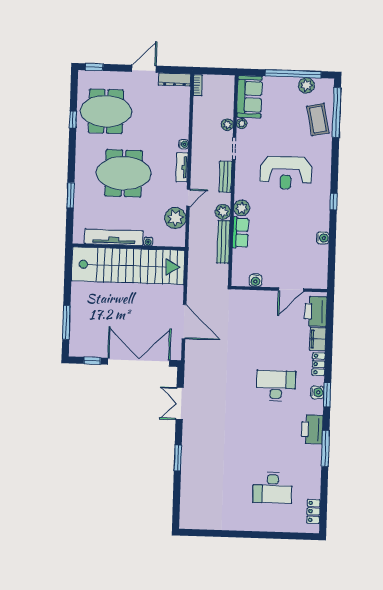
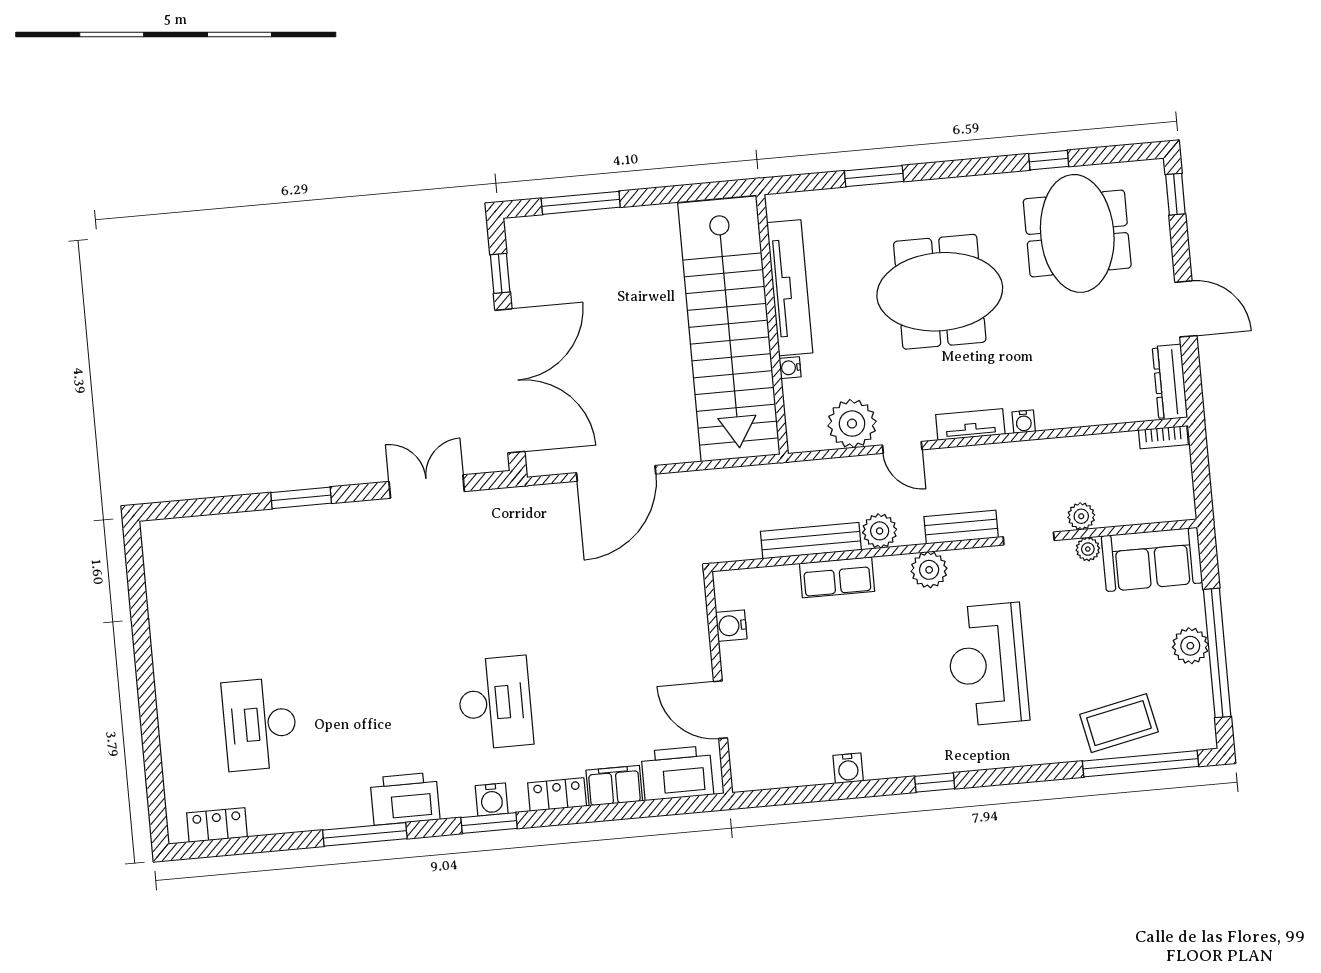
plant: (306, 85) -> (1190, 646), moved
meeting table: (124, 173) -> (940, 292), turned 90
plant: (242, 208) -> (929, 570), moved

